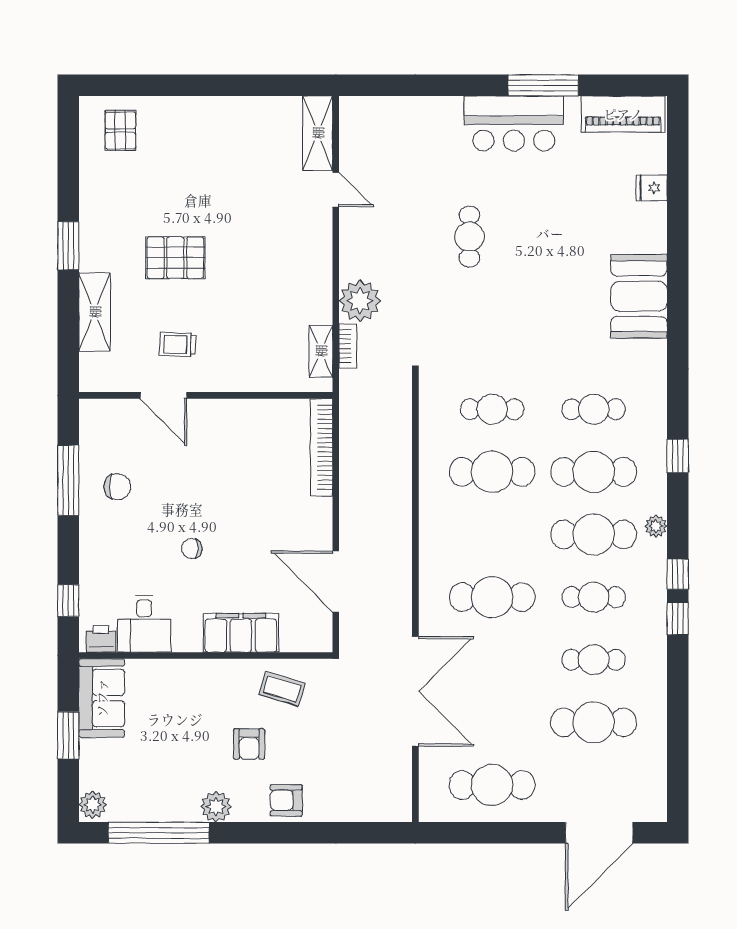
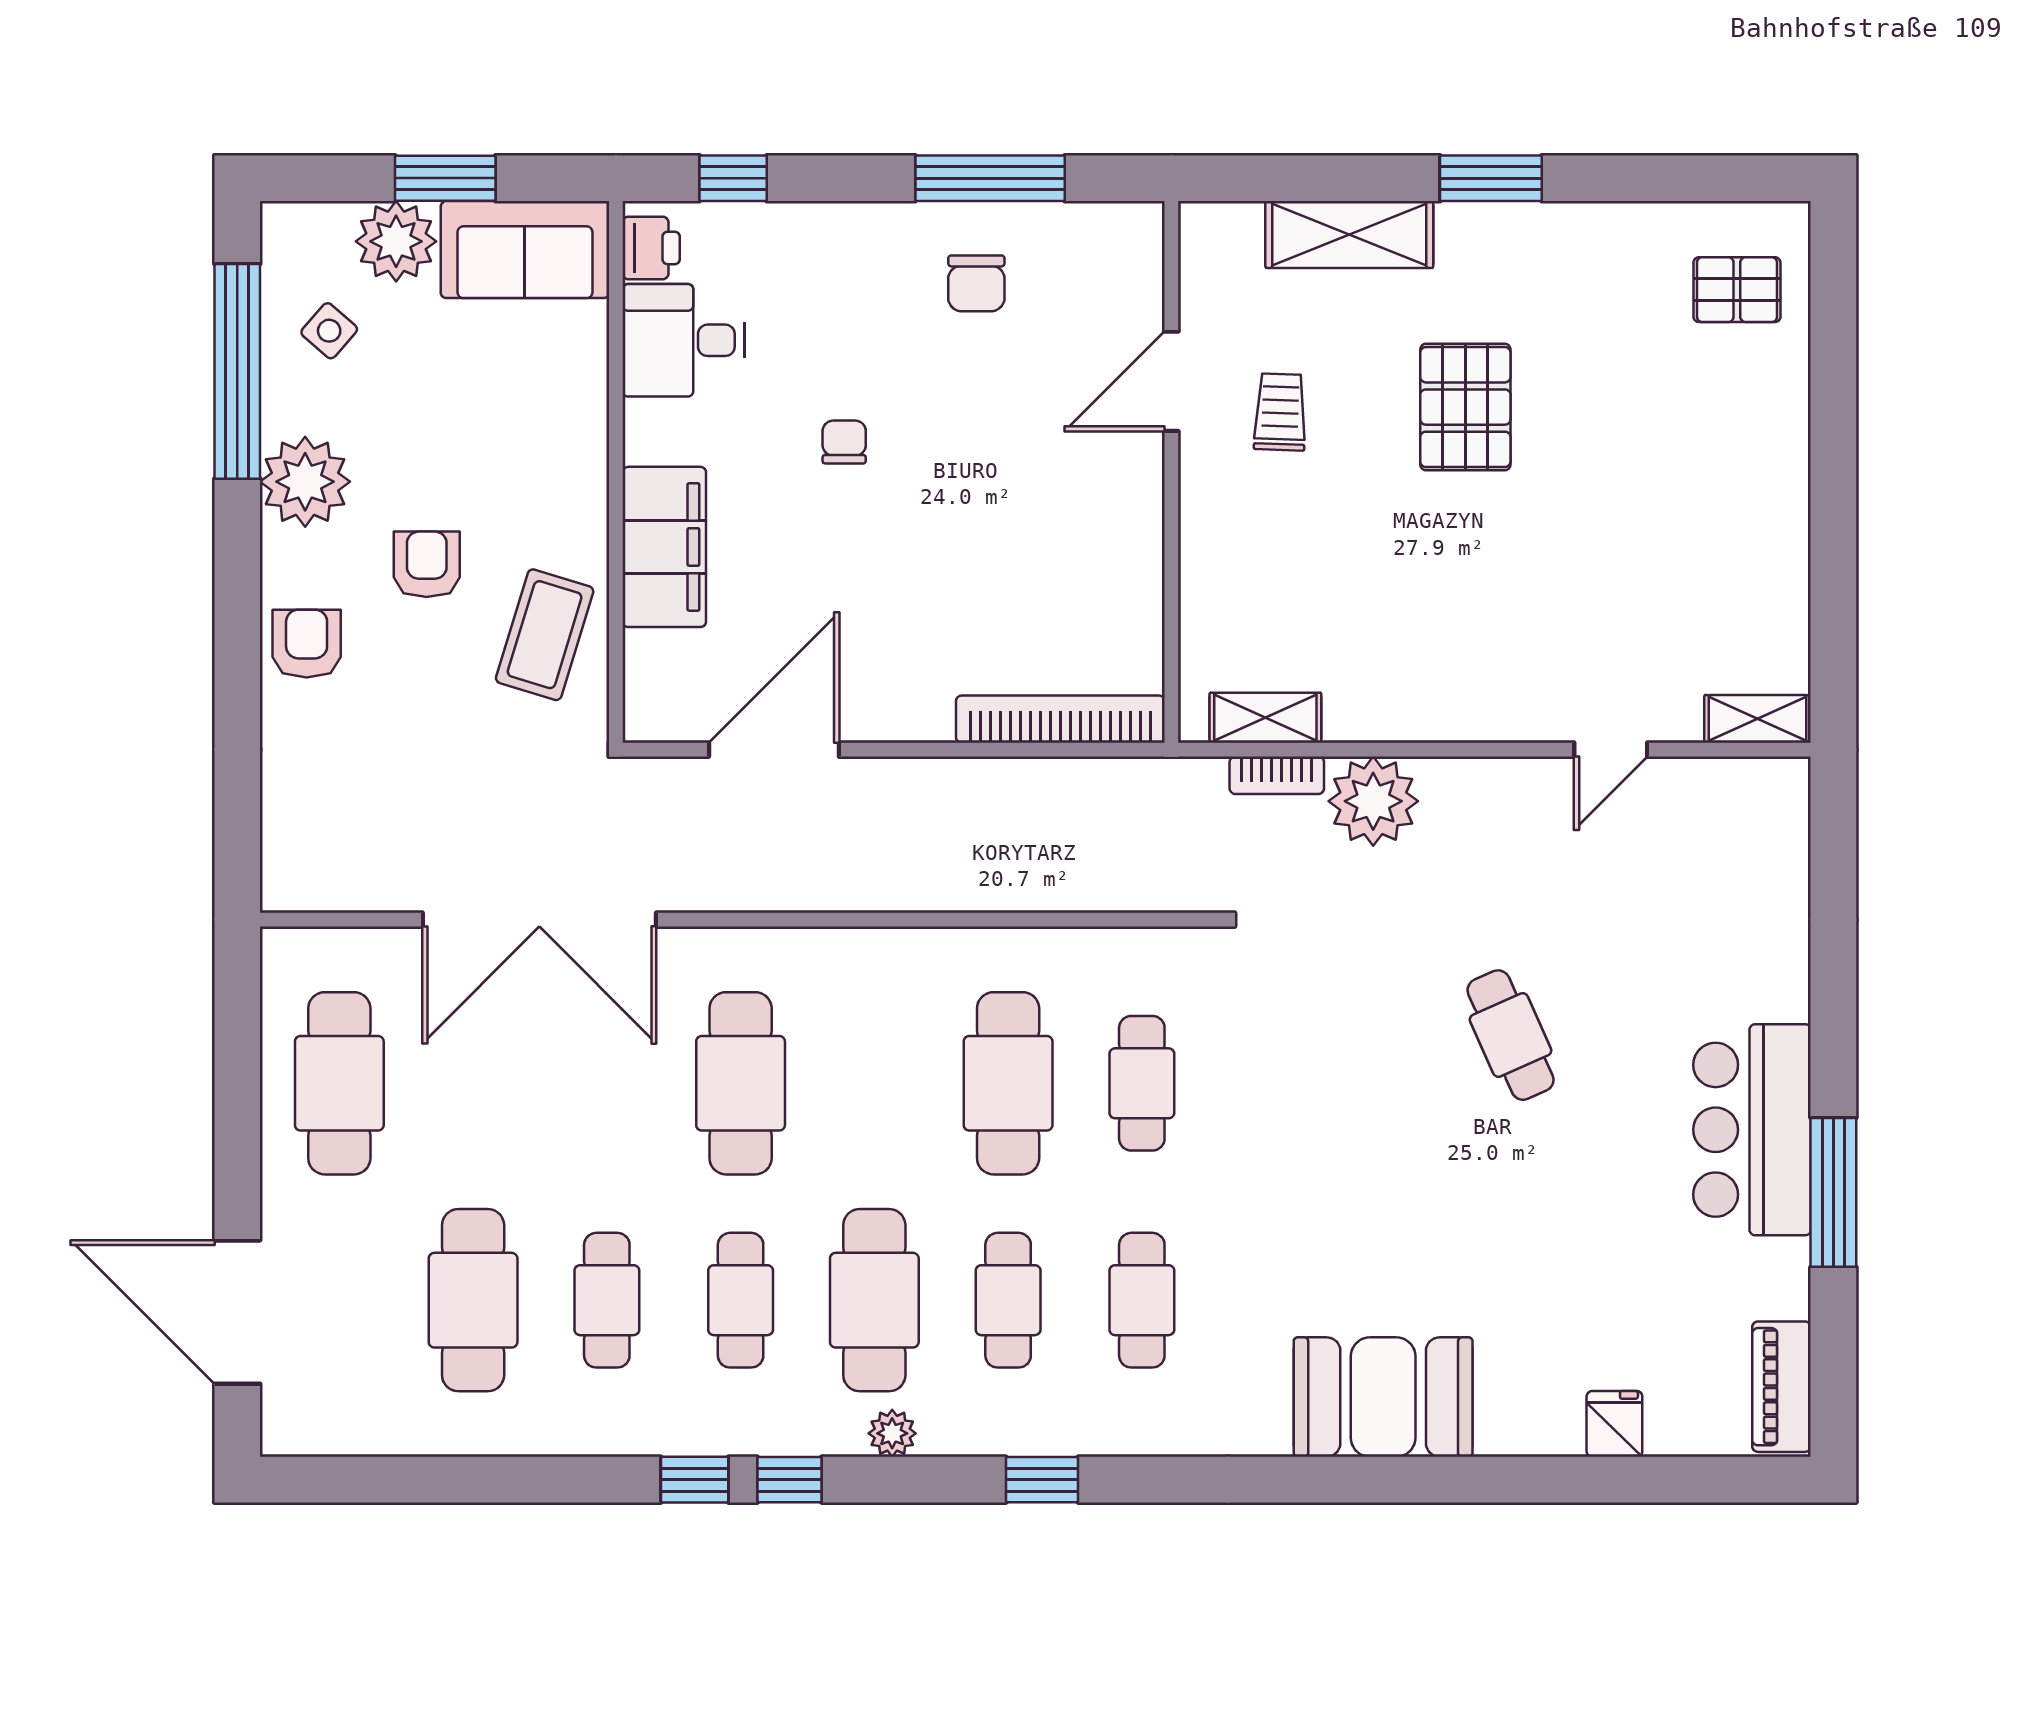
piano: (623, 114) -> (1782, 1387), width x0.73, depth x0.75
shelving: (318, 133) -> (1758, 719), width x0.67, depth x0.75
cafe table: (469, 237) -> (1511, 1035), turned 66
cafe table: (594, 472) -> (1008, 1300), width x0.73, depth x0.74
coffee table: (282, 689) -> (545, 635), width x1.36, depth x1.30
armchair: (249, 744) -> (427, 564), turned 90
side table: (140, 790) -> (329, 331), added
plant: (93, 805) -> (396, 241), moved, width x1.36, depth x1.36
plant: (216, 807) -> (305, 482), width x1.36, depth x1.36

